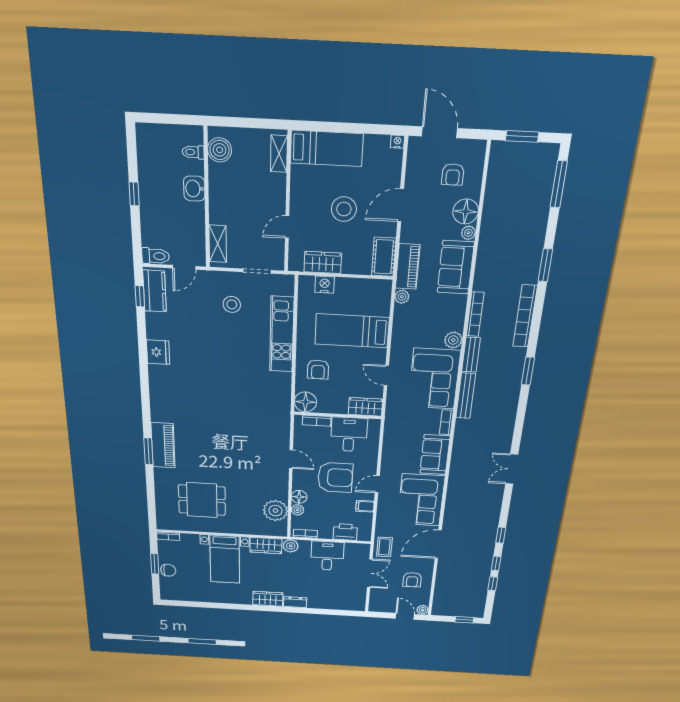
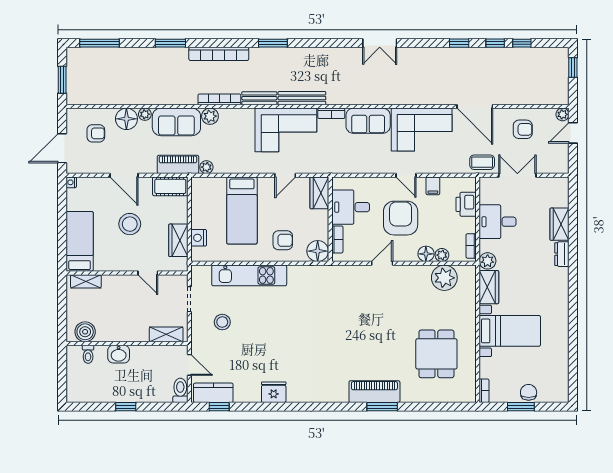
plant: (453, 340) -> (210, 116), moved
wardrobe: (268, 599) -> (560, 224), moved

